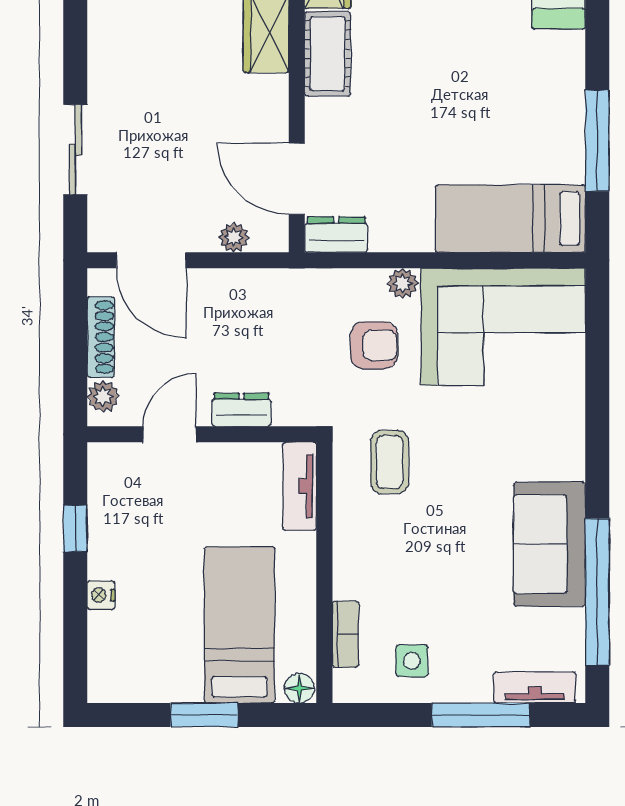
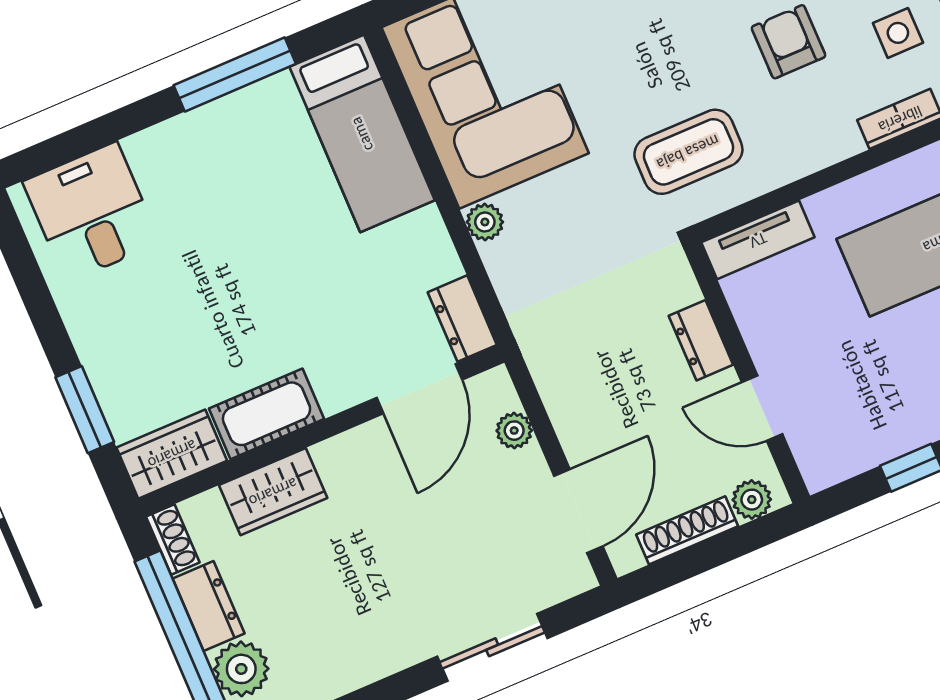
armchair: (374, 345) -> (788, 42), moved
coffee table: (390, 462) -> (688, 152), width x1.36, depth x1.30

